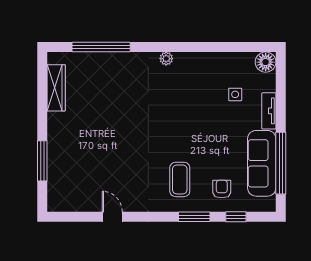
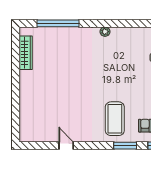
window: (42, 161) -> (16, 105), removed
coffee table: (180, 179) -> (115, 119), width x1.36, depth x1.32

